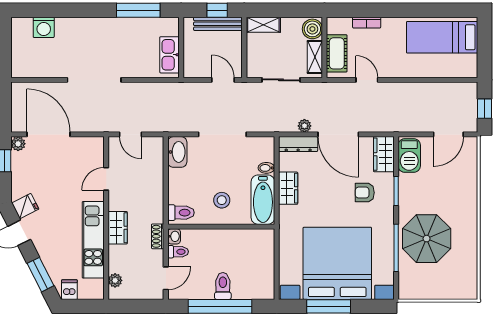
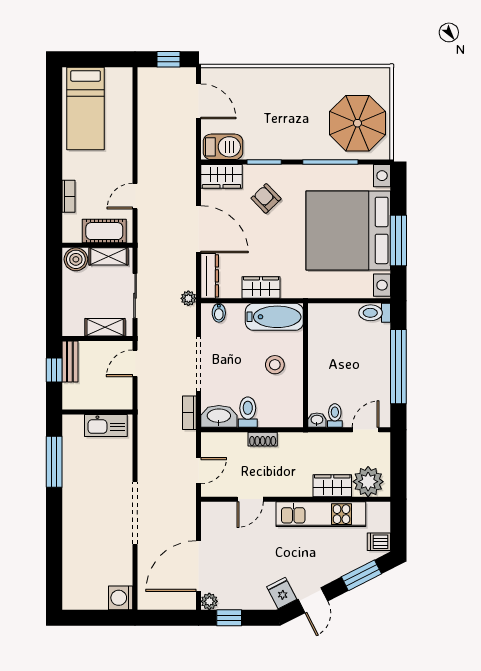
bench: (218, 24) -> (70, 362), width x0.73
shelving: (263, 25) -> (105, 327), moved, turned 90
washing machine: (44, 27) -> (121, 598), moved, turned 180
plant: (304, 126) -> (188, 298), moved
bookcase: (180, 127) -> (189, 413), added
door: (338, 134) -> (198, 229), hinge flipped
bidet: (266, 168) -> (219, 313), moved
door: (106, 179) -> (250, 499), hinge flipped
armchair: (365, 193) -> (266, 198), turned 136
toilet: (181, 213) -> (248, 412), moved
wardrobe: (118, 228) -> (332, 486), moved
shoe rack: (158, 236) -> (263, 439), moved
parasol: (427, 239) -> (357, 123), moved
door: (166, 278) -> (366, 430), hinge flipped
plant: (115, 280) -> (368, 482), width x1.87, depth x1.87
toilet: (223, 286) -> (375, 313), moved

